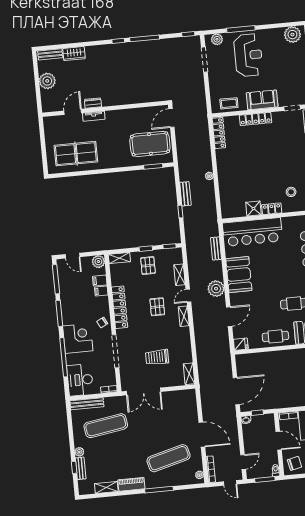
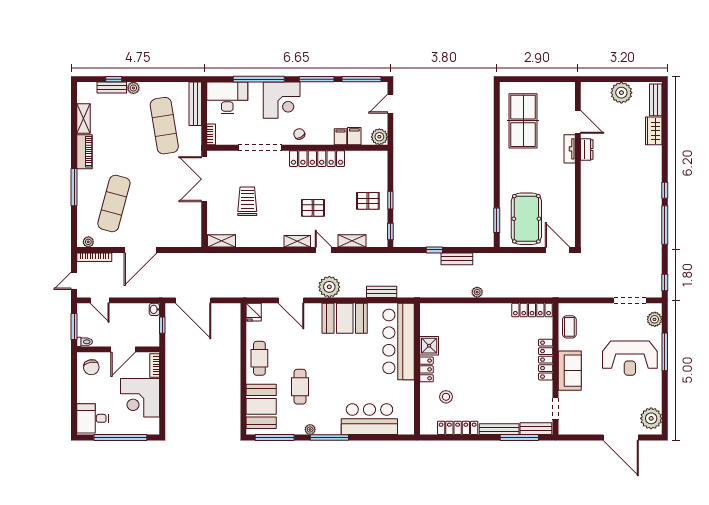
shelving: (119, 258) -> (381, 164), removed
exercise mat: (169, 458) -> (114, 203), turned 30

